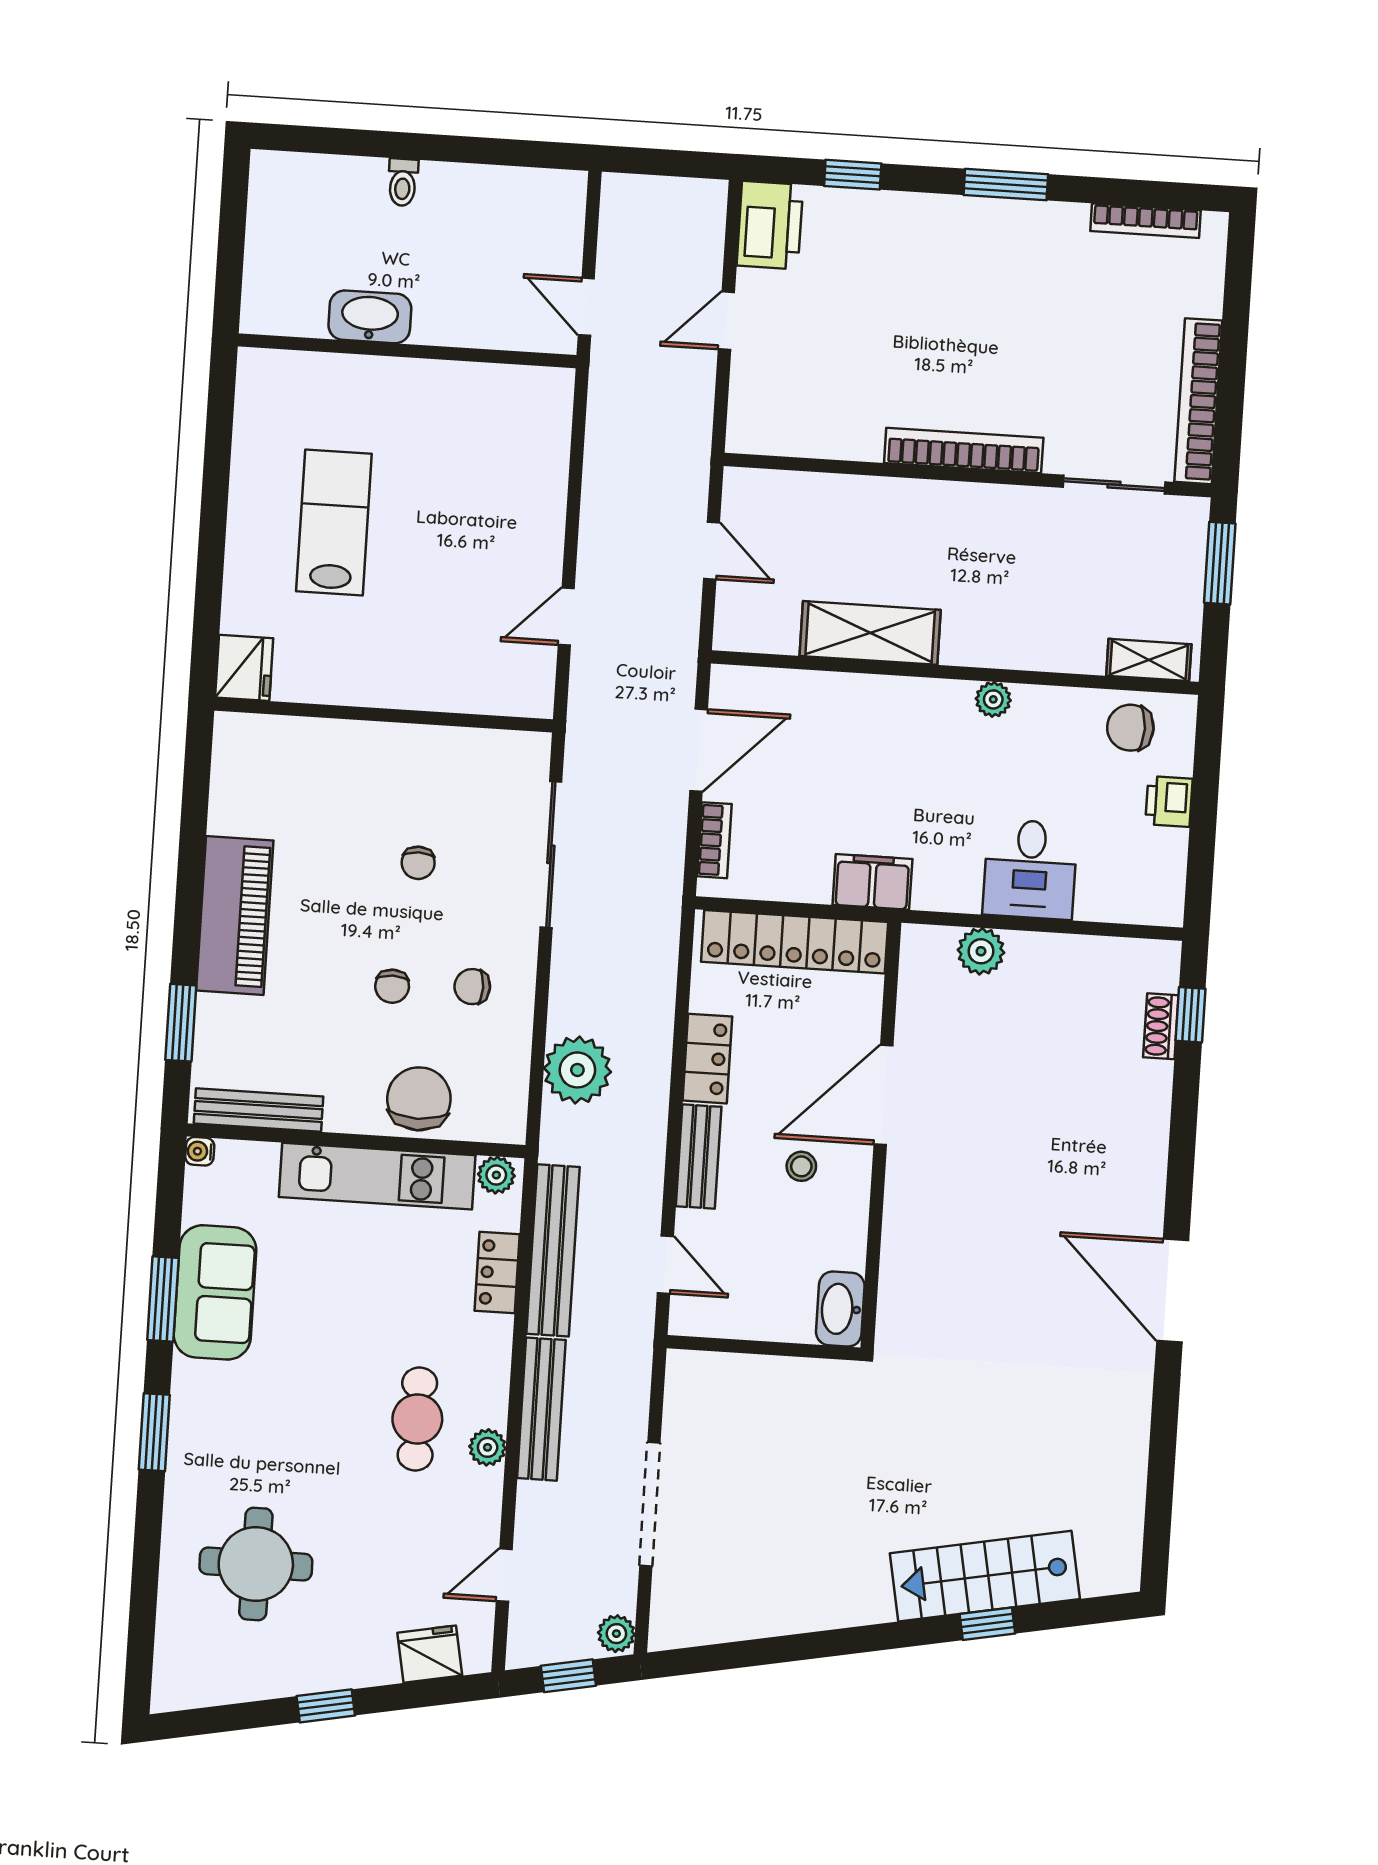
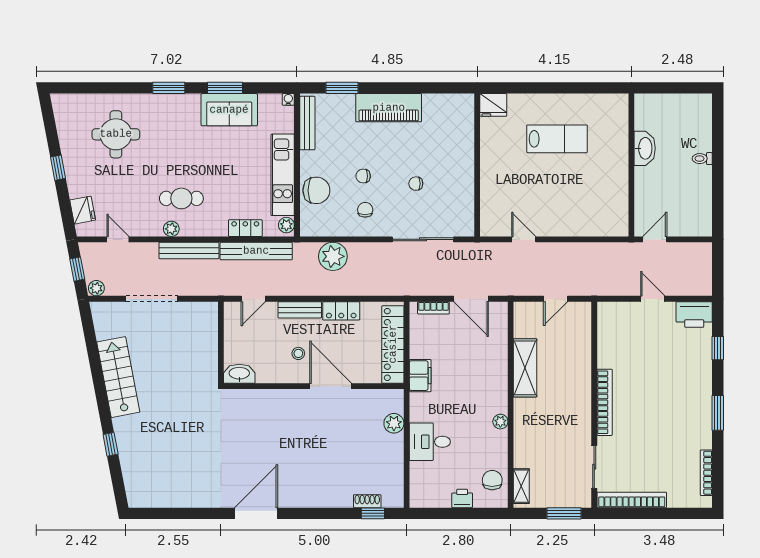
stairs: (985, 1576) -> (118, 377), moved

